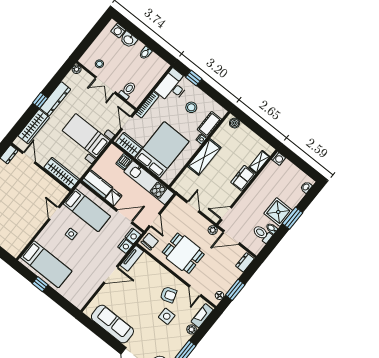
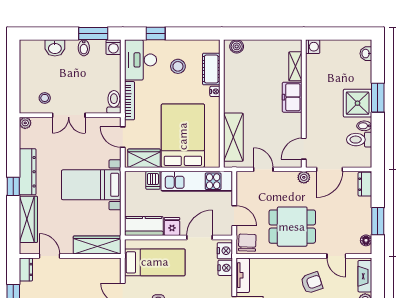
washing machine: (118, 31) -> (113, 47), moved
window: (157, 49) -> (93, 34), added
toilet: (128, 90) -> (114, 102), moved
shelving: (204, 157) -> (233, 137), moved

